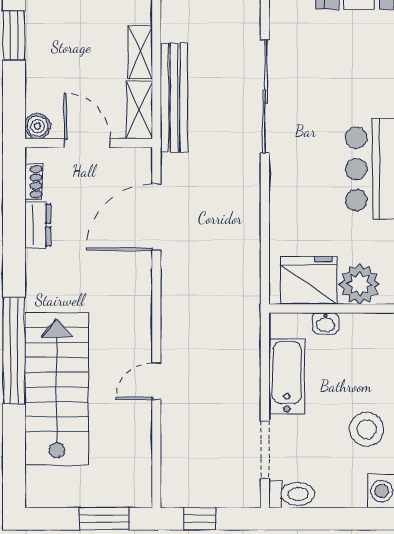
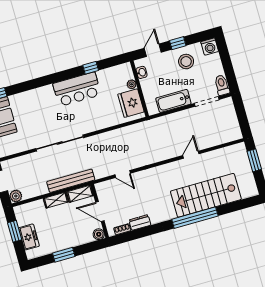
door: (87, 143) -> (100, 212), hinge flipped
door: (156, 217) -> (123, 174), width x0.53
plant: (360, 284) -> (132, 84), width x0.53, depth x0.53
washbasin: (326, 323) -> (142, 72), moved
door: (156, 381) -> (191, 155), swing flipped
window: (200, 519) -> (243, 120), removed

